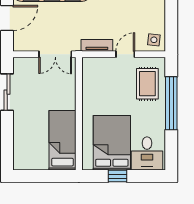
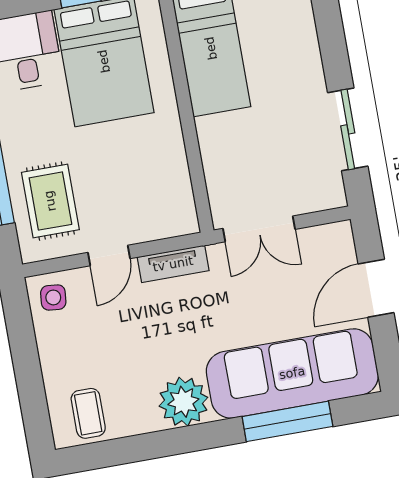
double door: (55, 54) -> (259, 229), swing flipped

